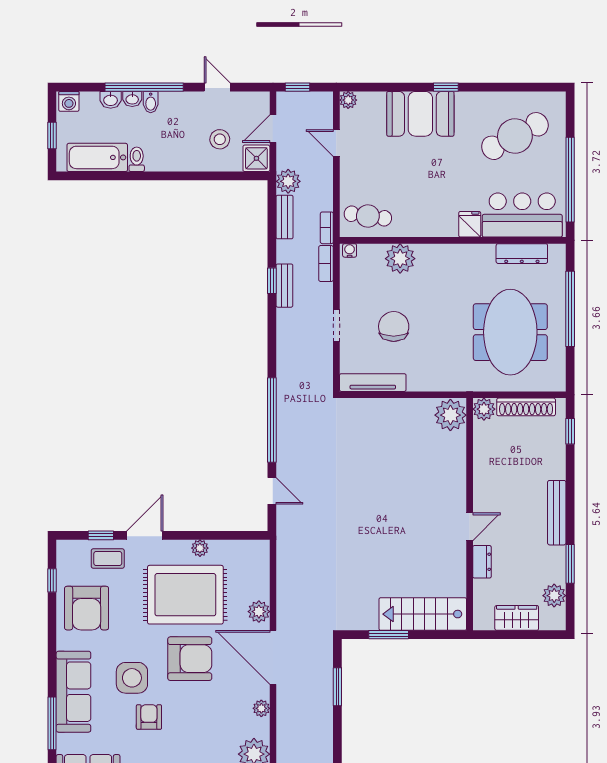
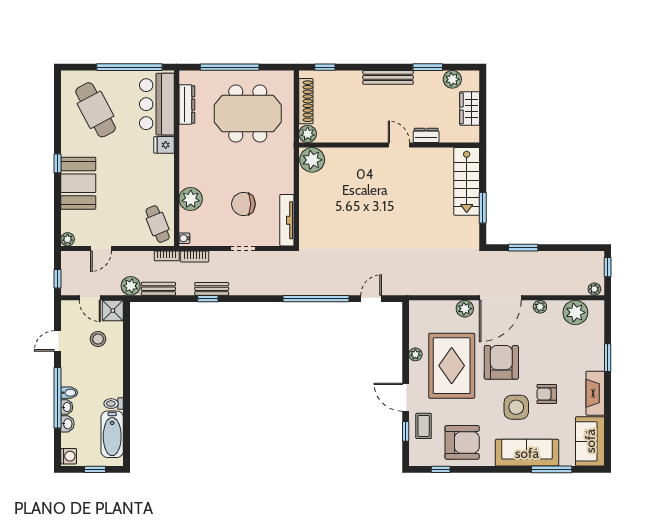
cafe table: (368, 216) -> (158, 224), turned -30

